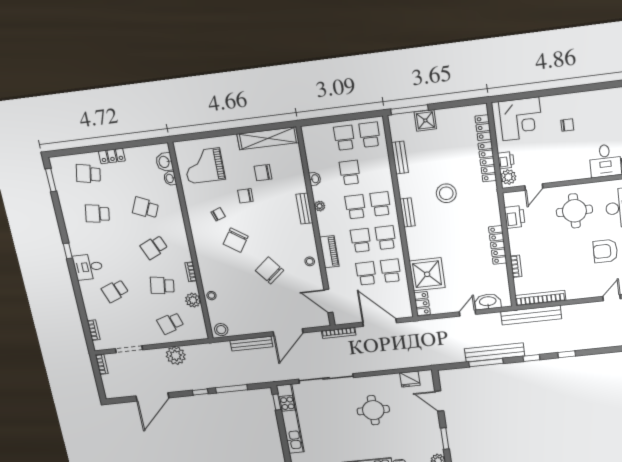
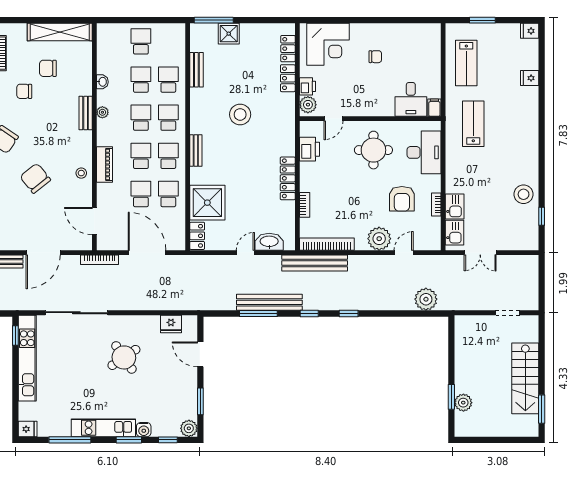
school desk: (370, 135) -> (168, 80), moved
locker: (487, 162) -> (288, 78), width x0.66
bench: (407, 212) -> (196, 150), moved
armchair: (605, 251) -> (402, 199), turned -90
plant: (588, 288) -> (379, 239), added
round table: (373, 410) -> (124, 357), turned -34

